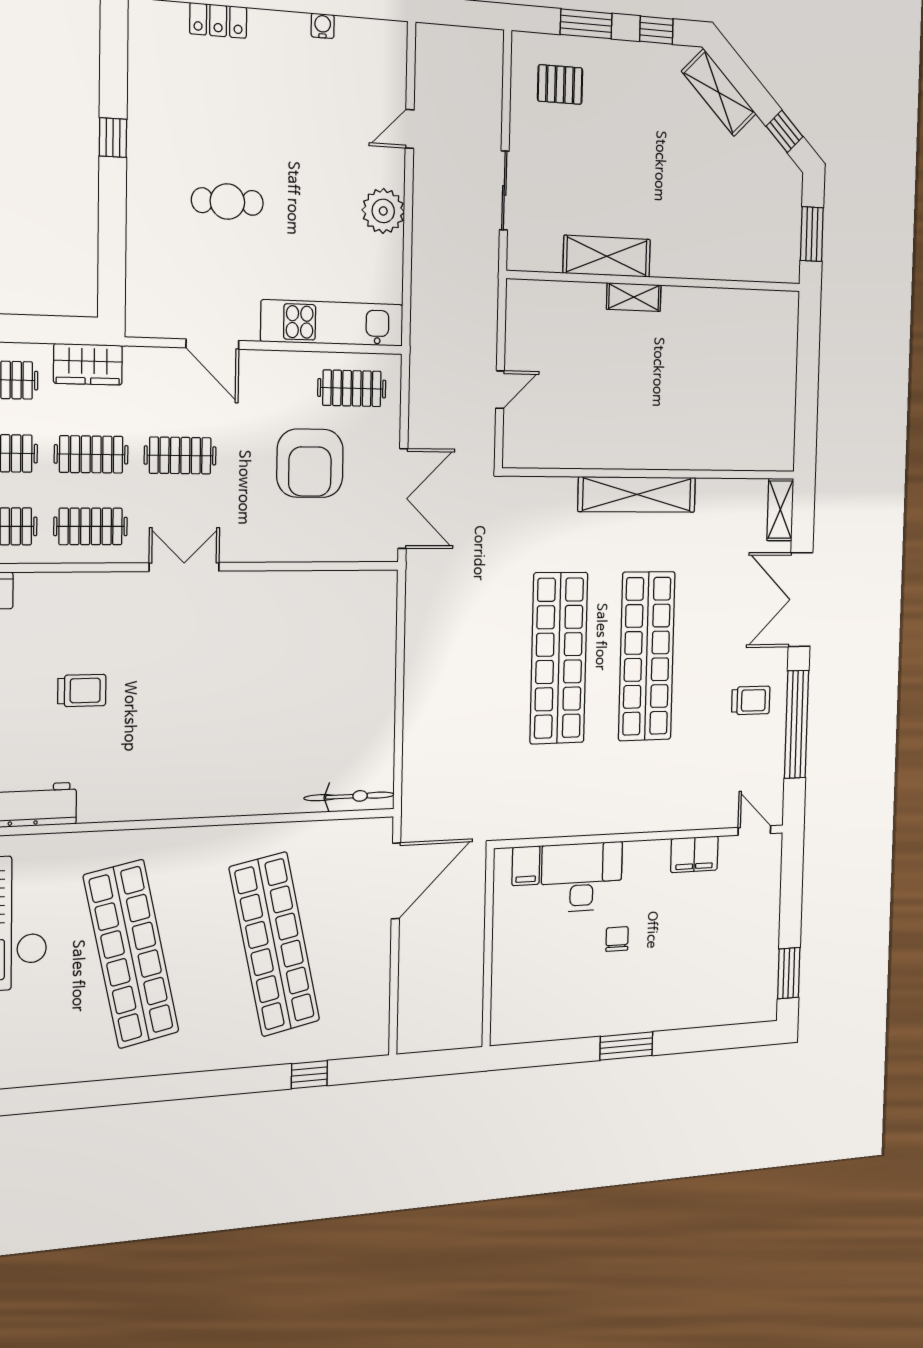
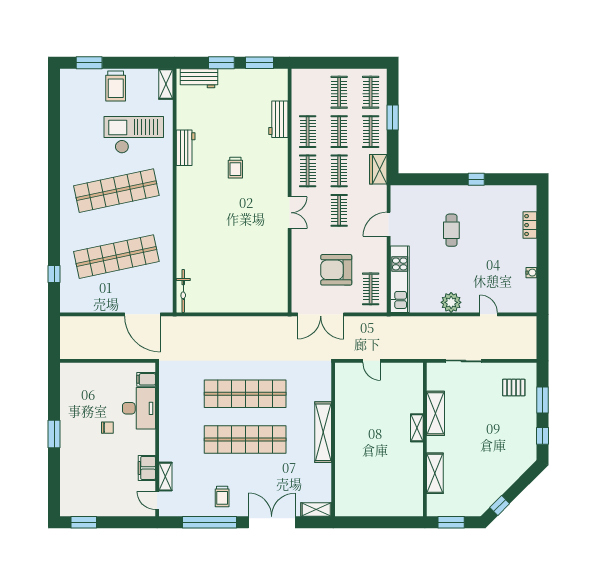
pallet: (560, 85) -> (514, 388), turned 90
shelving: (719, 93) -> (435, 473), moved, turned -45
shelving: (711, 816) -> (165, 477), added
door: (754, 831) -> (157, 501), swing flipped

